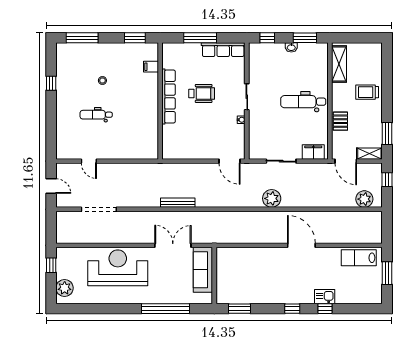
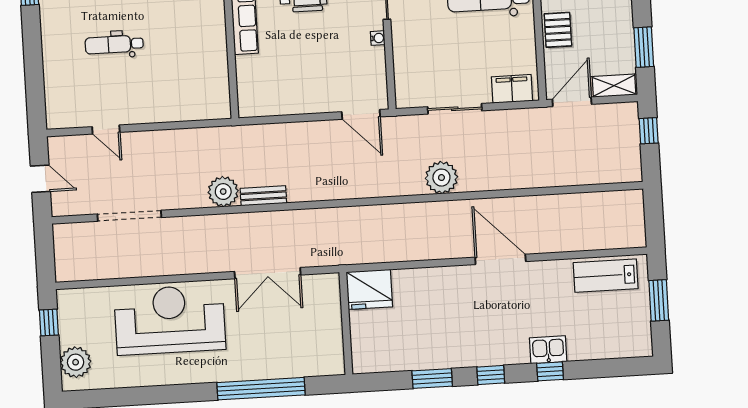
door: (346, 161) -> (572, 102), swing flipped
plant: (364, 199) -> (223, 192), moved
bench: (178, 203) -> (263, 196), width x0.73
double door: (173, 245) -> (268, 273), swing flipped
fridge: (228, 258) -> (369, 289), added
sofa: (203, 270) -> (324, 314), removed
window: (239, 309) -> (432, 378), moved

